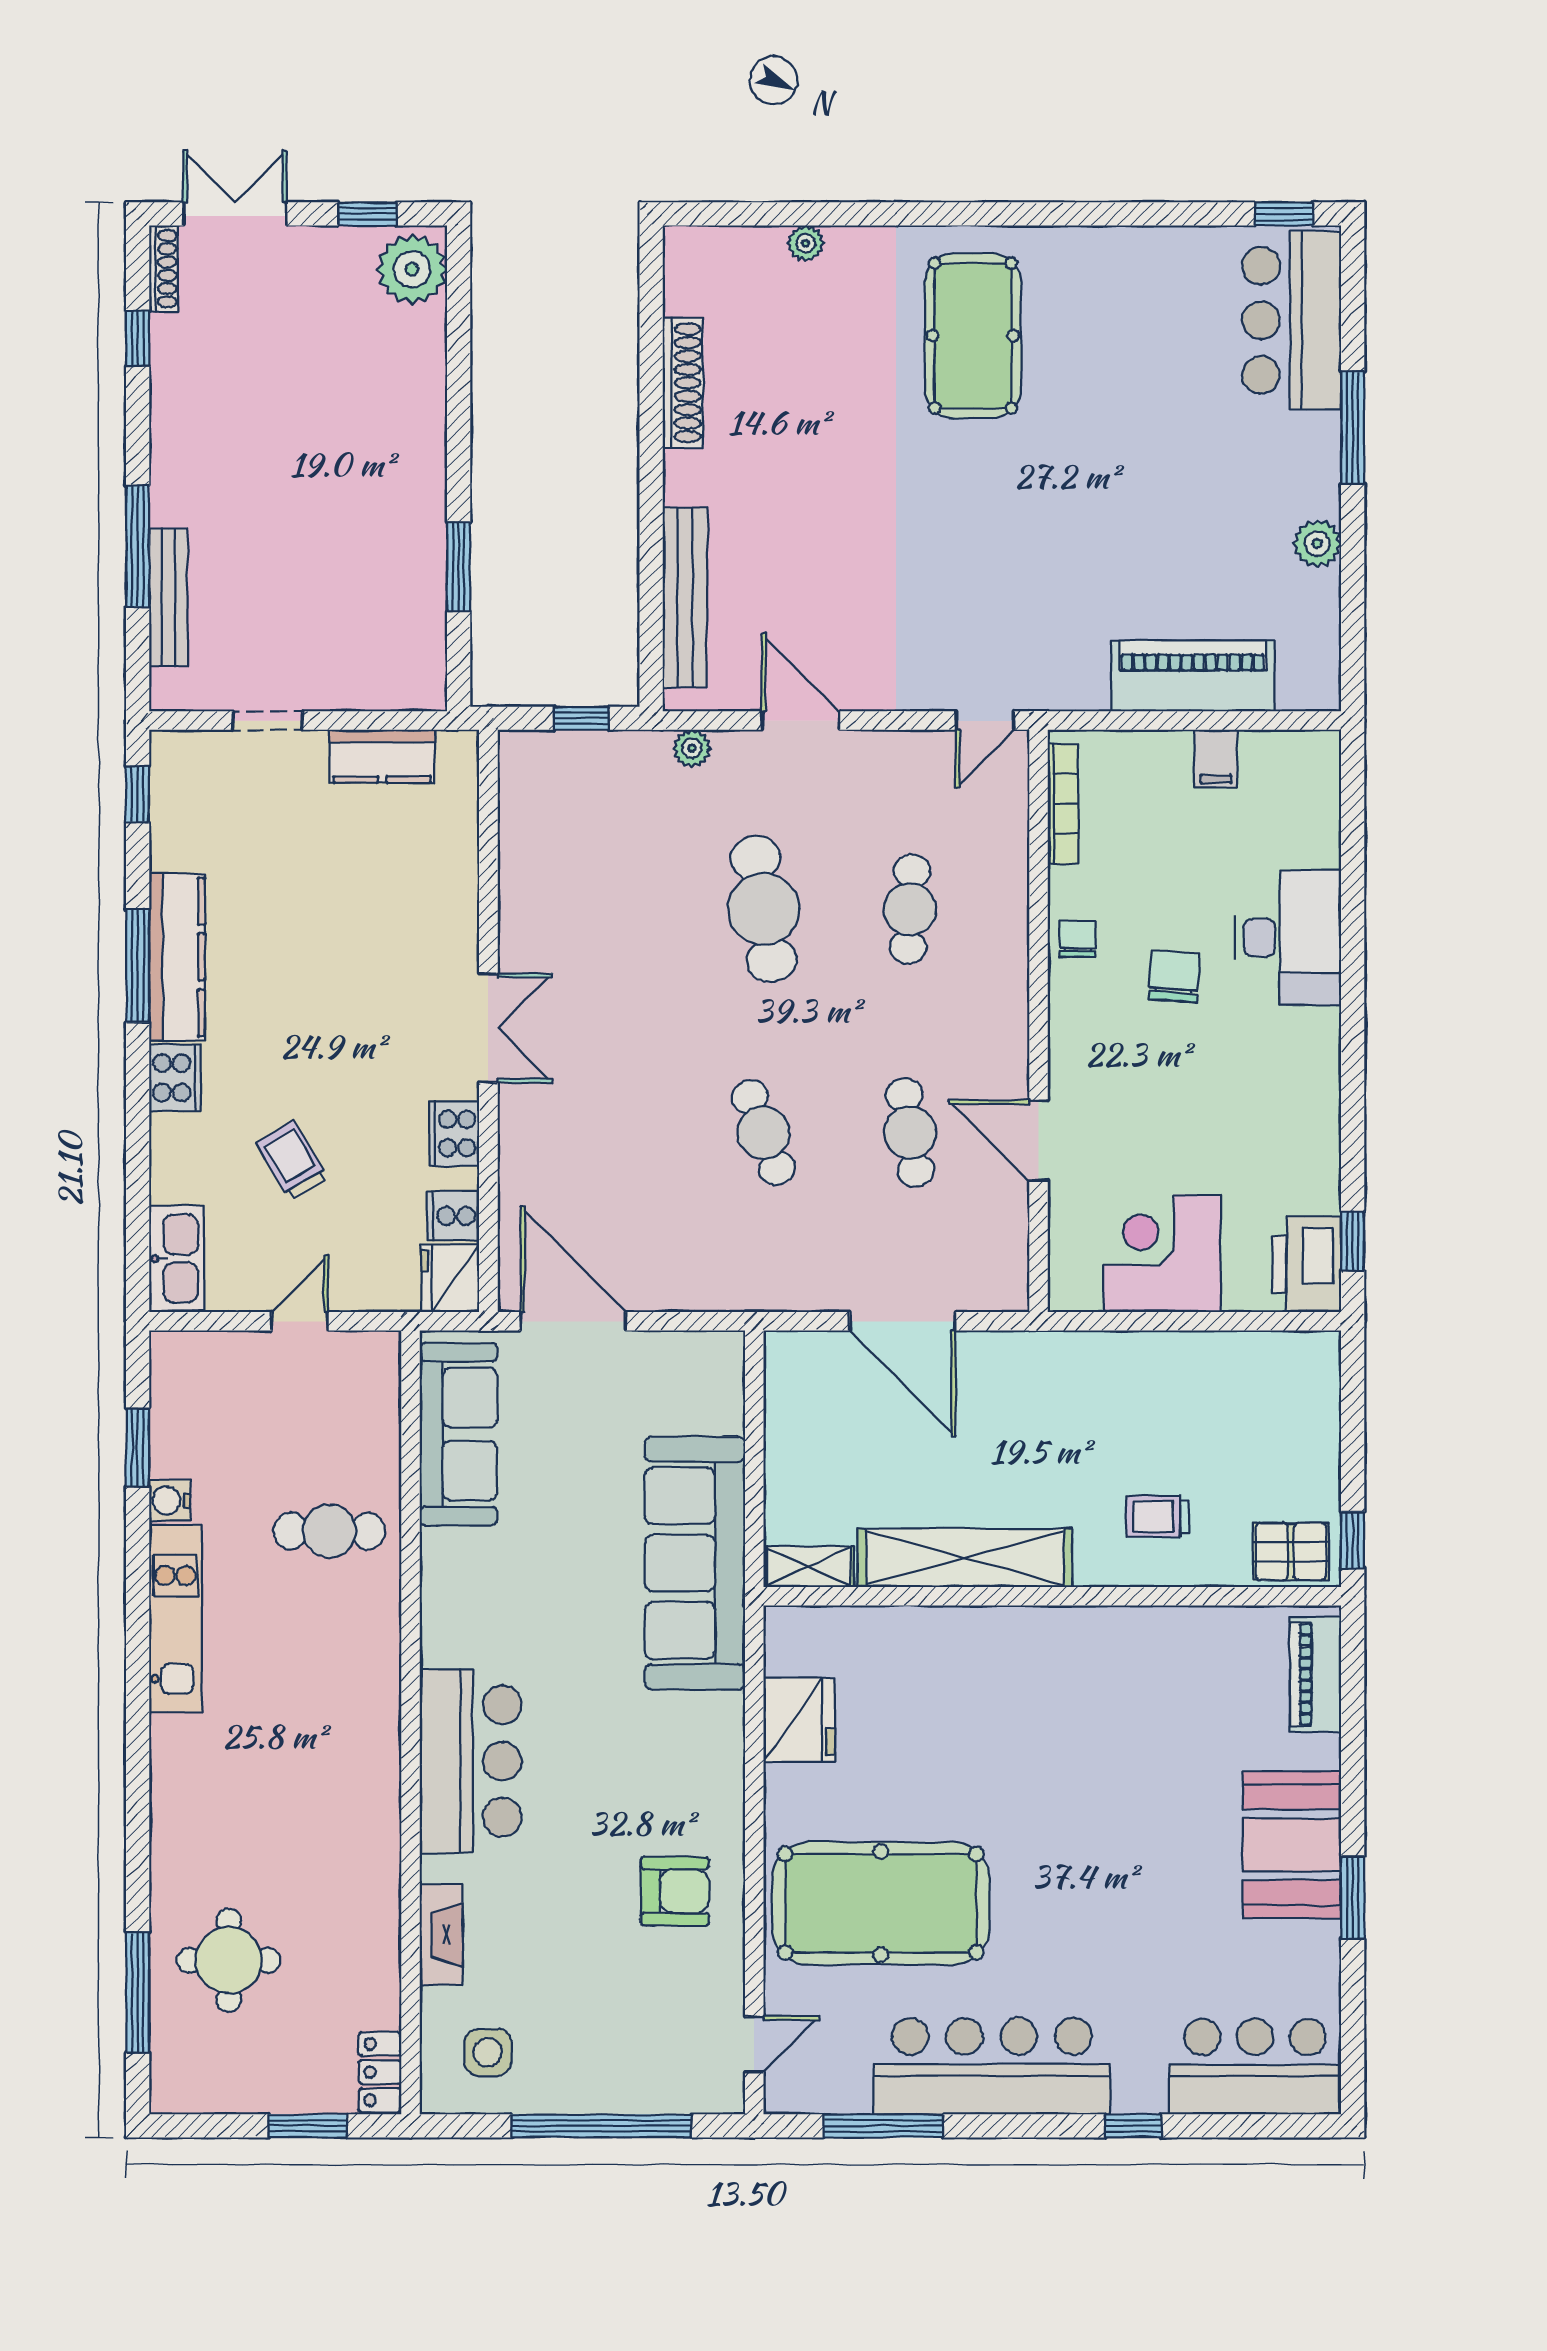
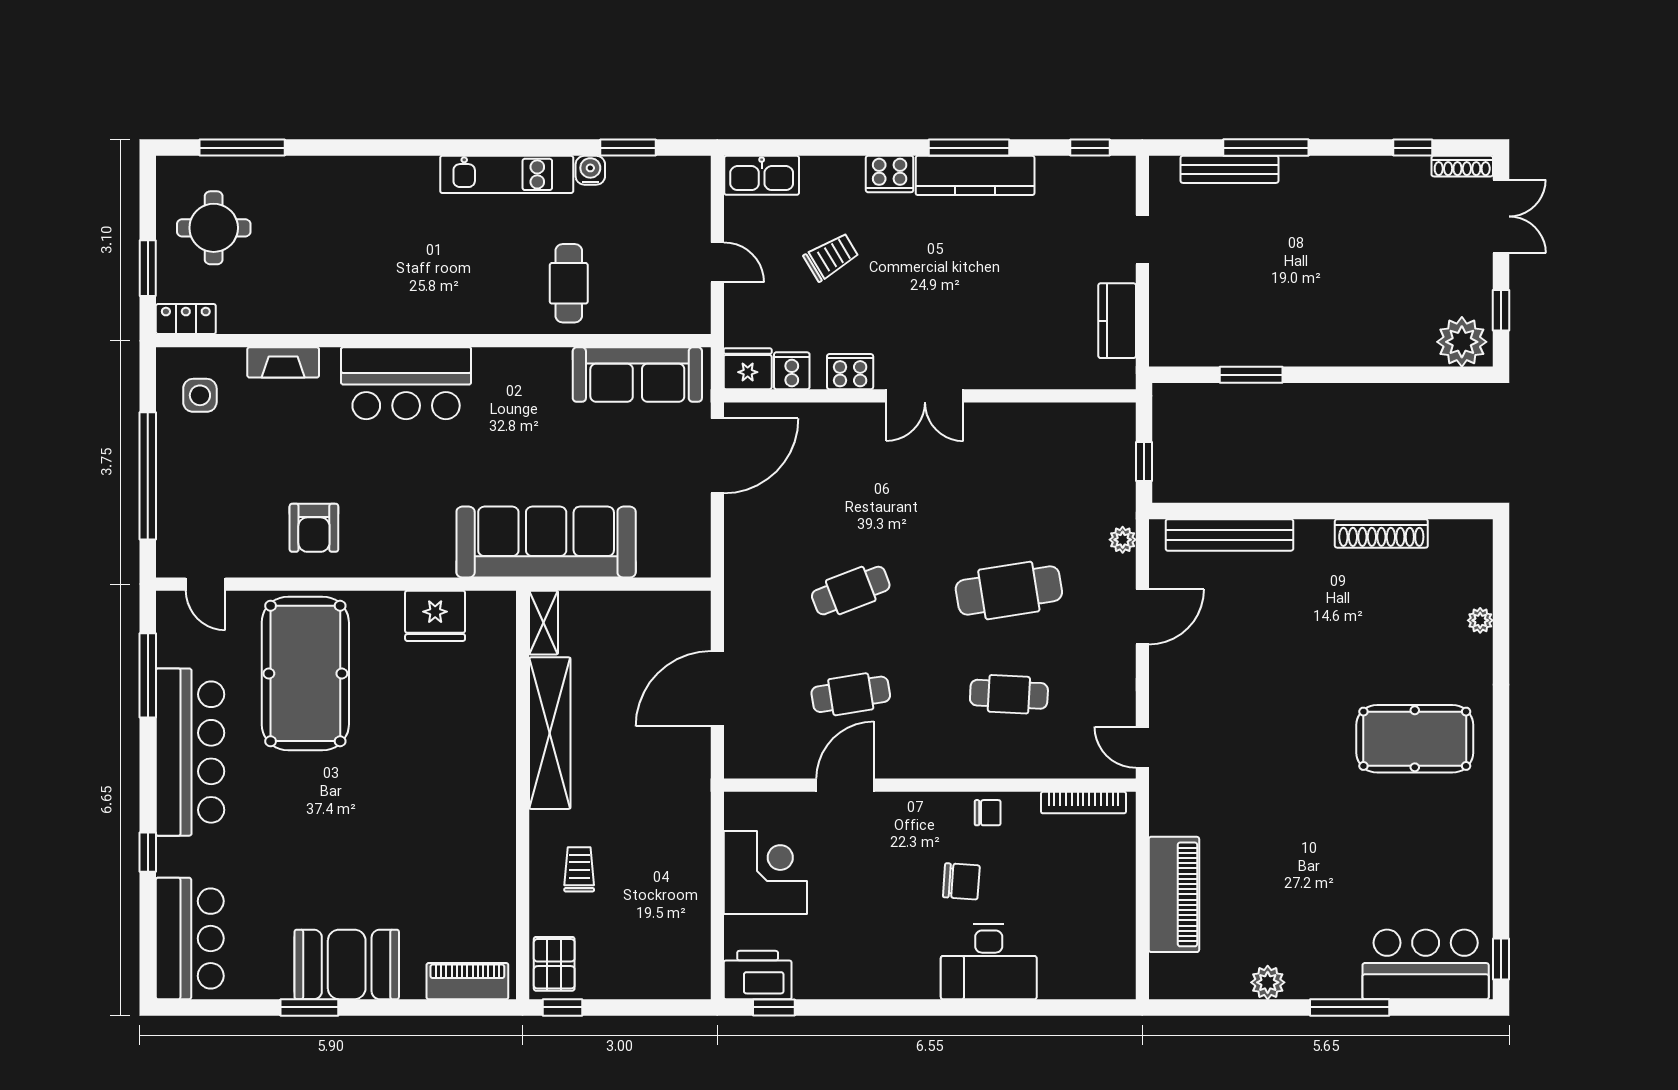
filing cabinet: (1216, 759) -> (1115, 911), removed
round table: (229, 1960) -> (214, 228), moved

